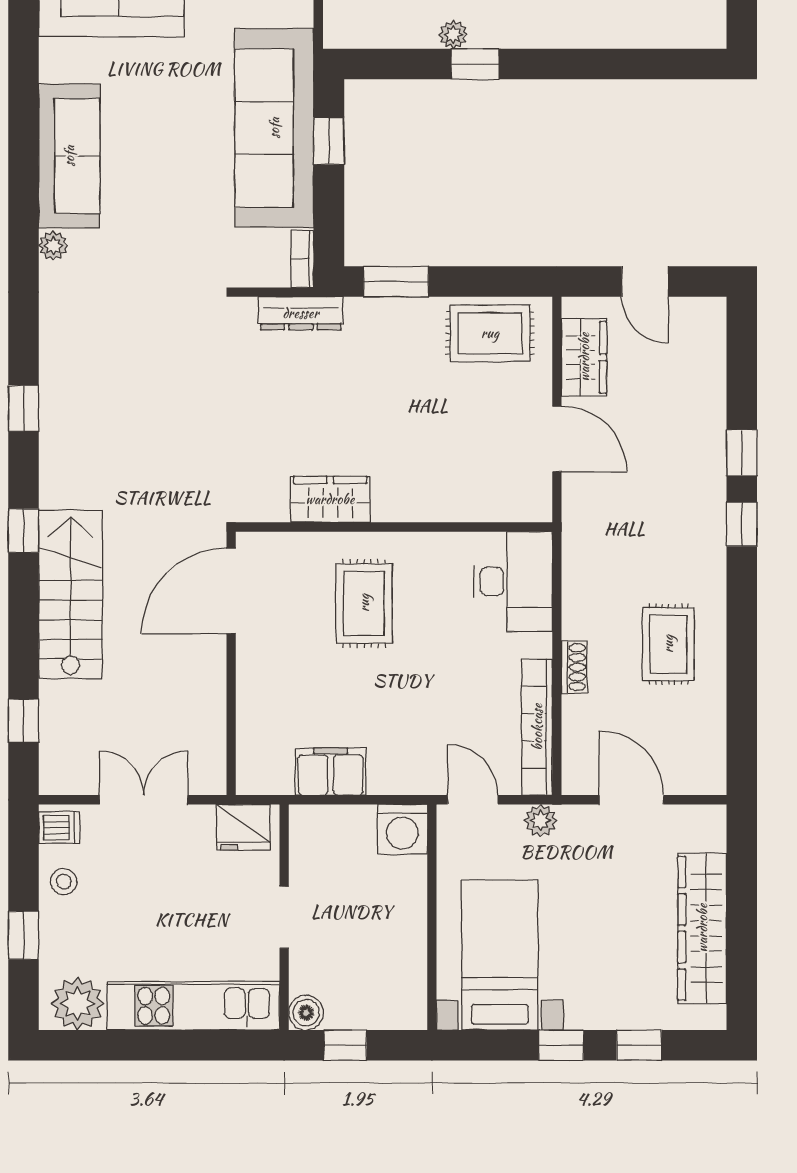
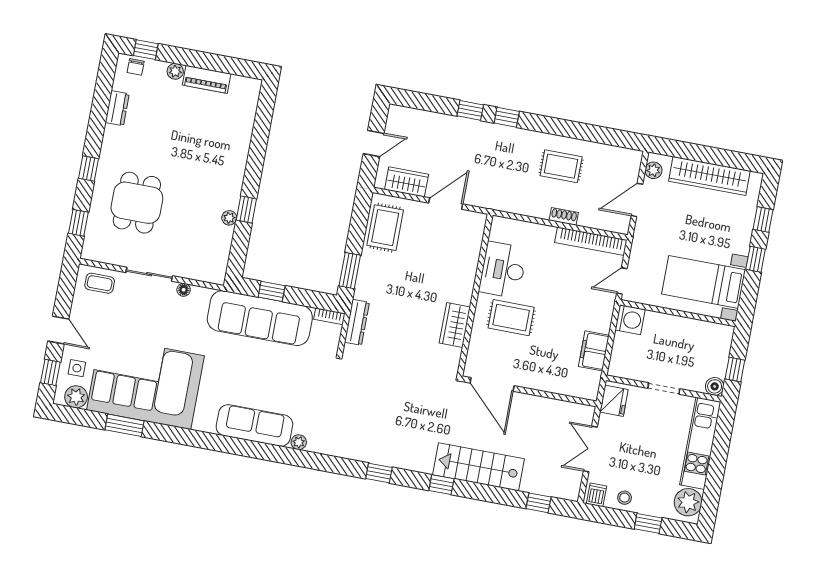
desk: (513, 581) -> (503, 270), moved, turned -90
plant: (541, 821) -> (653, 170), moved

